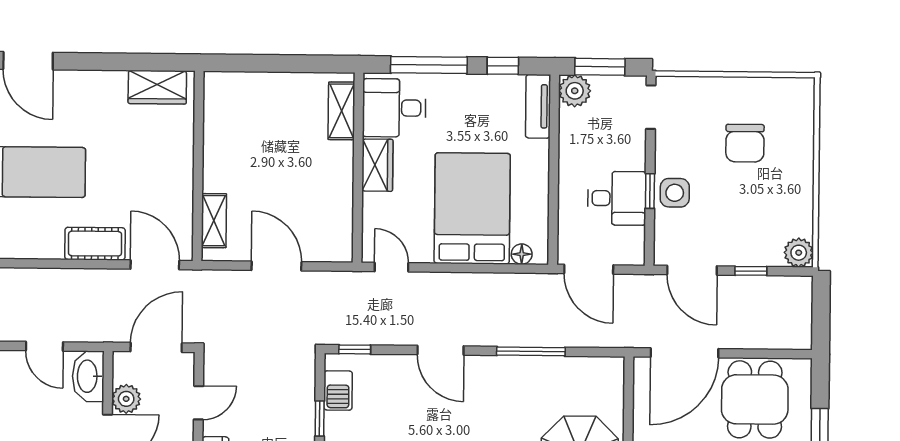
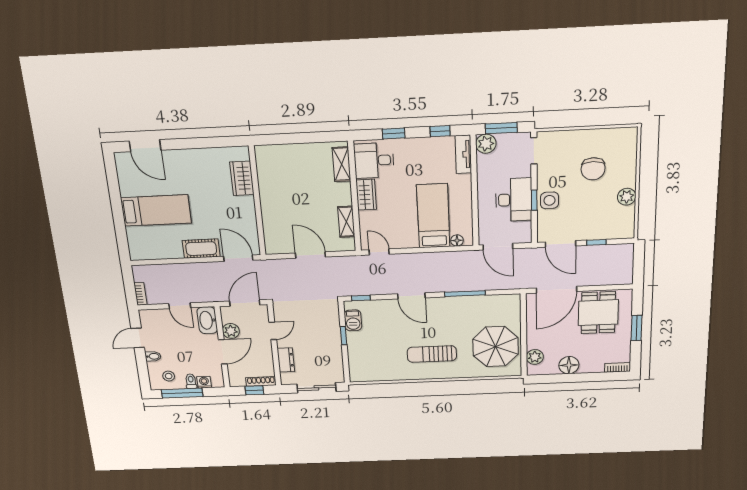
window: (429, 65) -> (394, 133), width x0.46
wardrobe: (157, 87) -> (242, 178), moved, turned 90
desk: (617, 198) -> (514, 200), width x1.37
bed: (472, 208) -> (433, 216), width x0.67
shelving: (214, 221) -> (346, 222), moved
plant: (799, 253) -> (627, 197), moved

